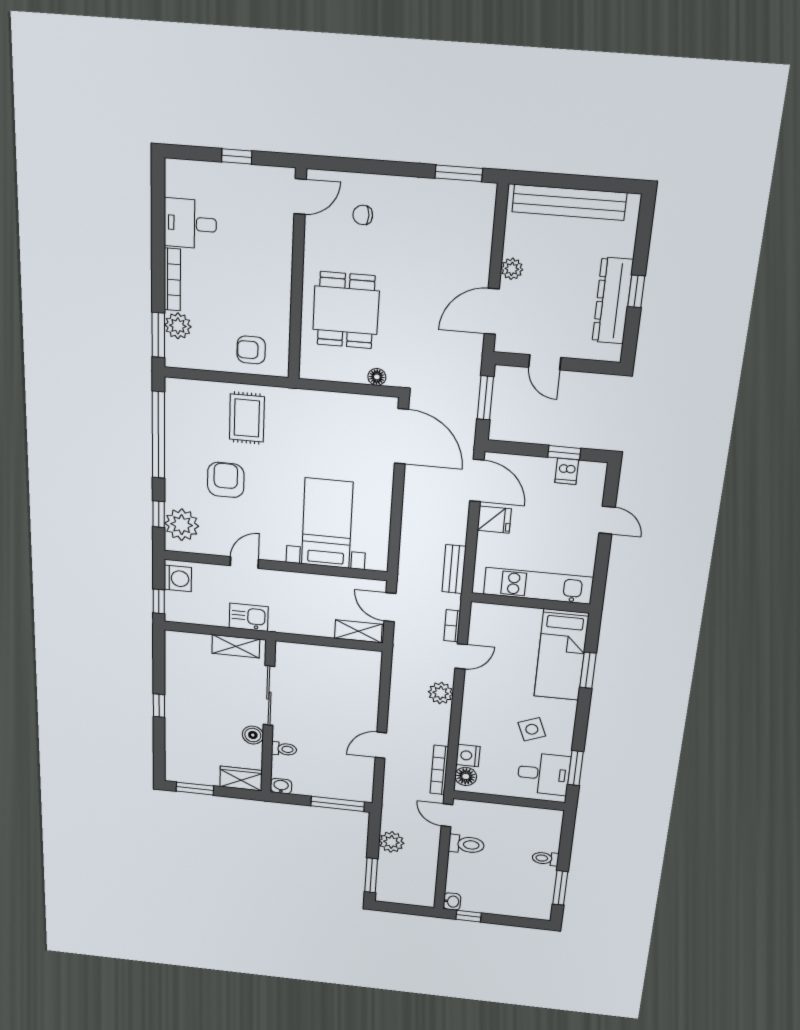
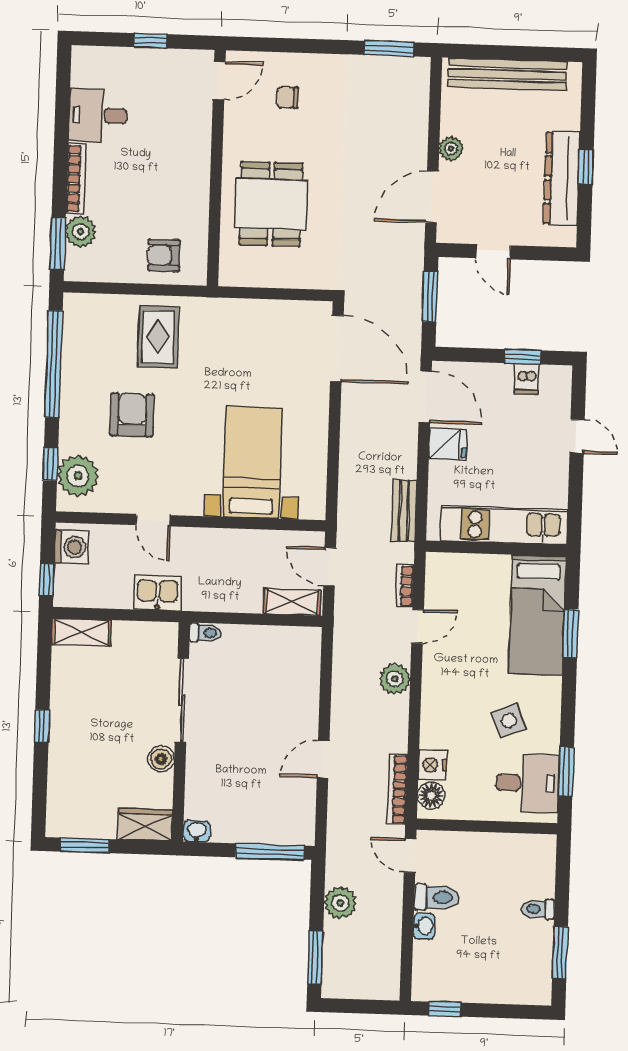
floor lamp: (377, 377) -> (307, 279), removed
door: (244, 563) -> (153, 520), swing flipped
shelving: (236, 646) -> (81, 632), moved
toilet: (284, 749) -> (205, 633), moved
washbasin: (452, 901) -> (424, 926), moved

